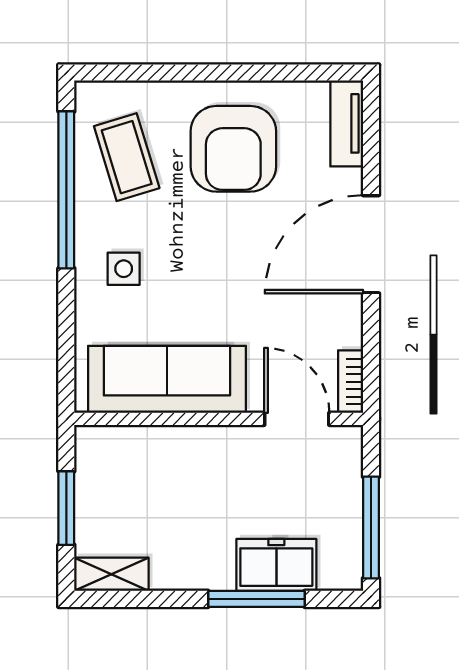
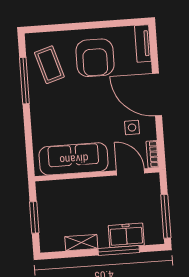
window: (66, 190) -> (24, 81), width x0.68
door: (371, 244) -> (157, 95), hinge flipped
side table: (124, 269) -> (132, 128), moved
shelving: (111, 574) -> (81, 243), moved

